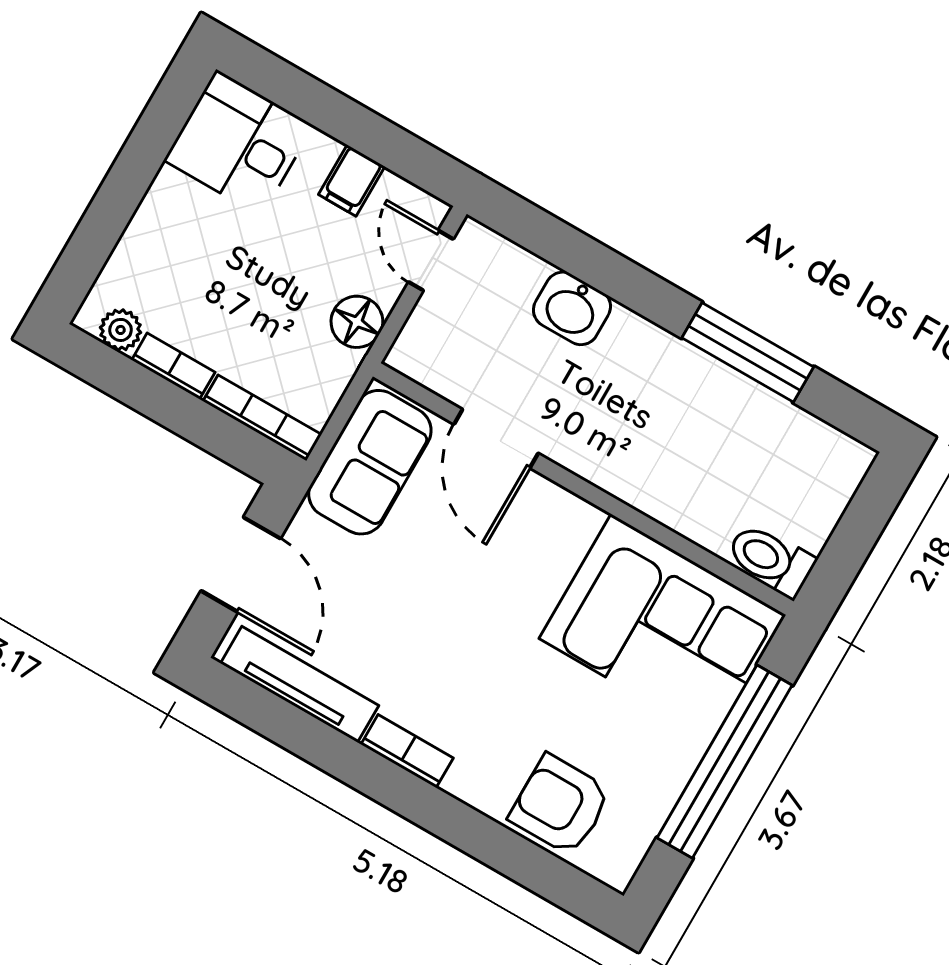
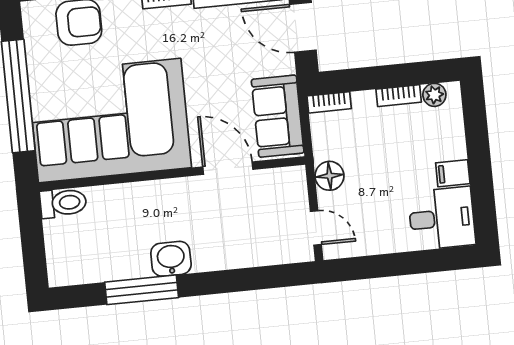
filing cabinet: (352, 180) -> (453, 173), moved, turned -90
washbasin: (572, 308) -> (171, 259), moved
bookcase: (262, 418) -> (329, 102), width x0.64
corner sofa: (662, 627) -> (110, 121), width x1.36, depth x1.36

